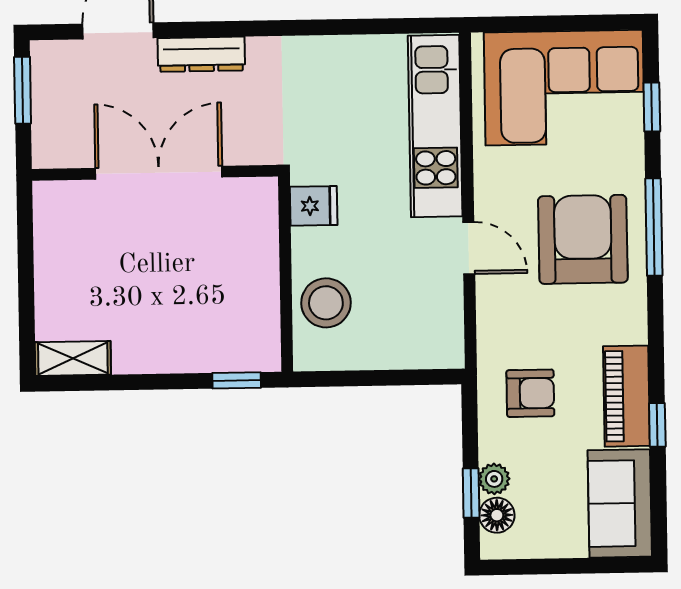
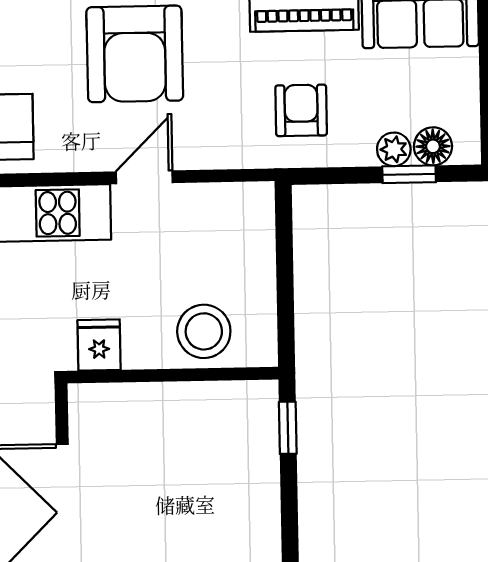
armchair: (583, 239) -> (135, 54), turned -90

